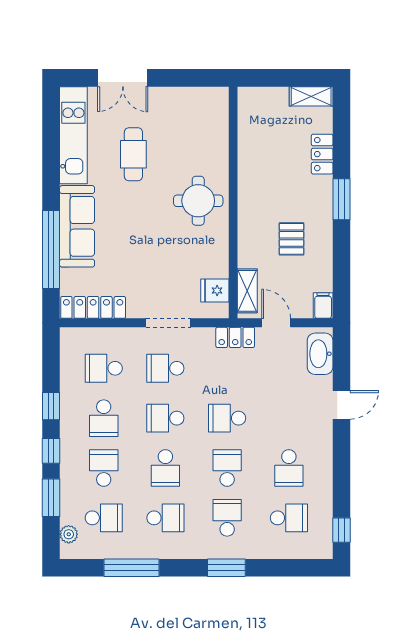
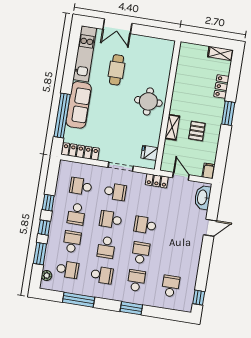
shelving: (247, 291) -> (172, 127), moved
school desk: (165, 368) -> (115, 192), turned 180
school desk: (289, 468) -> (175, 258), removed
school desk: (289, 518) -> (171, 286), turned -90

